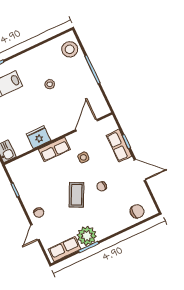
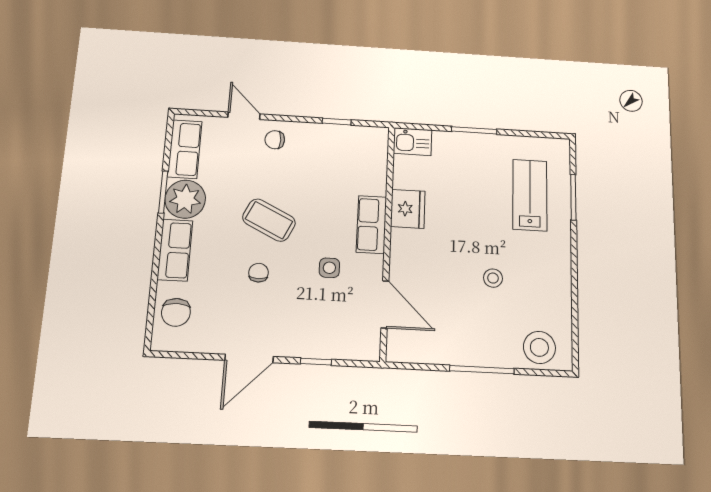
row of seats: (119, 146) -> (175, 250), moved, turned 90

